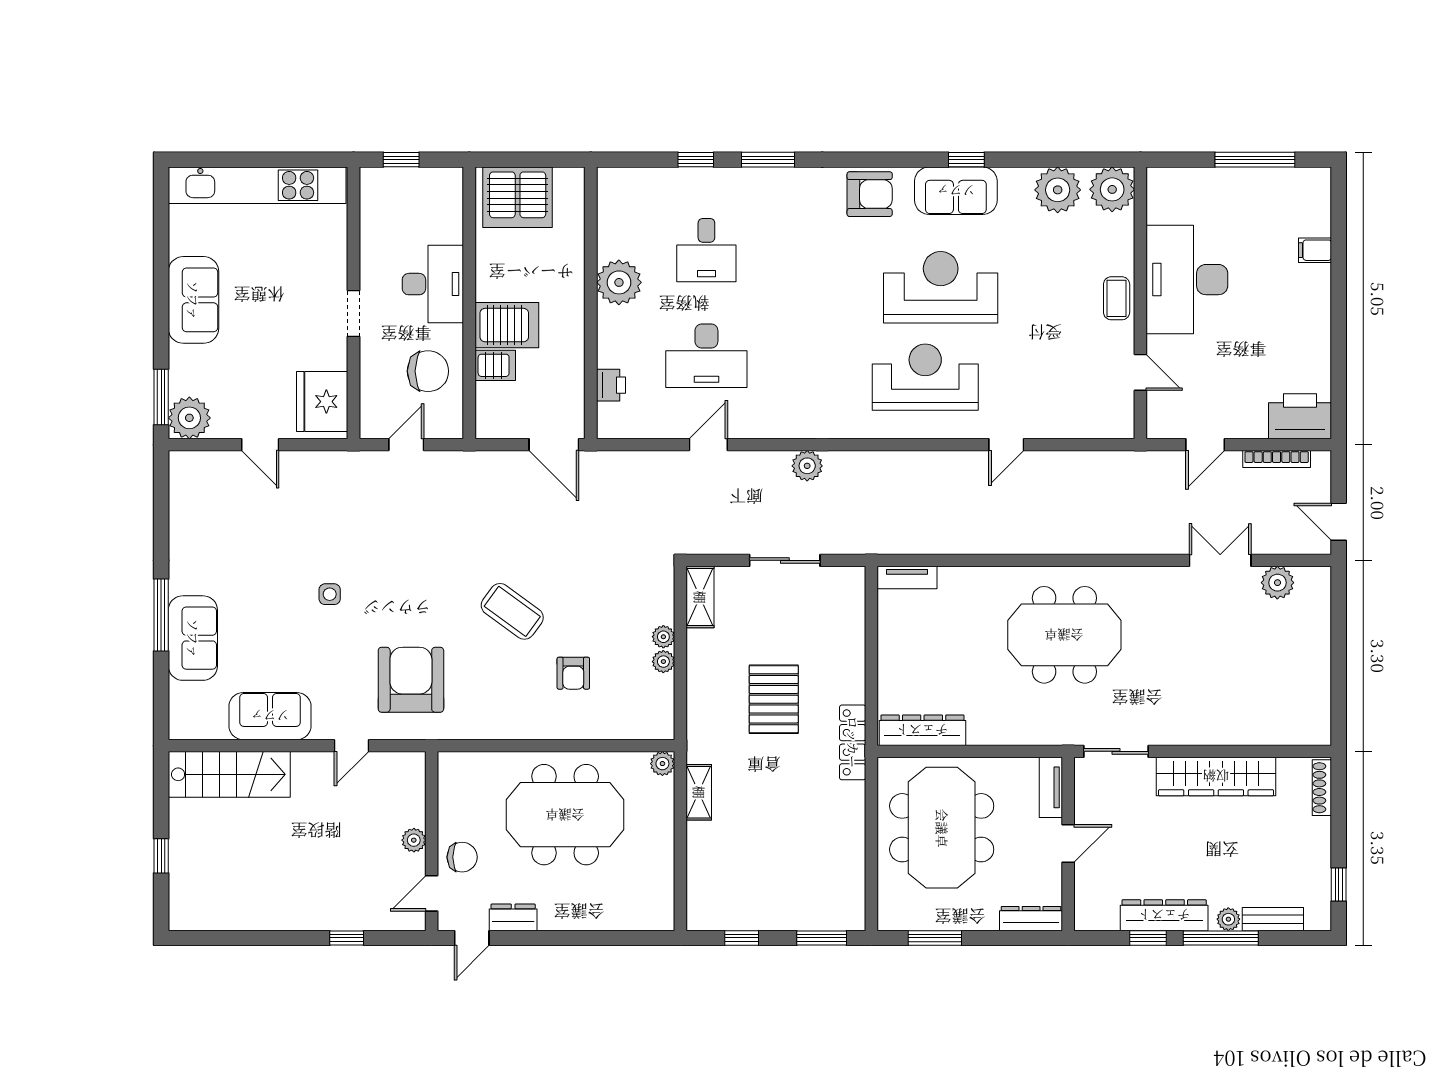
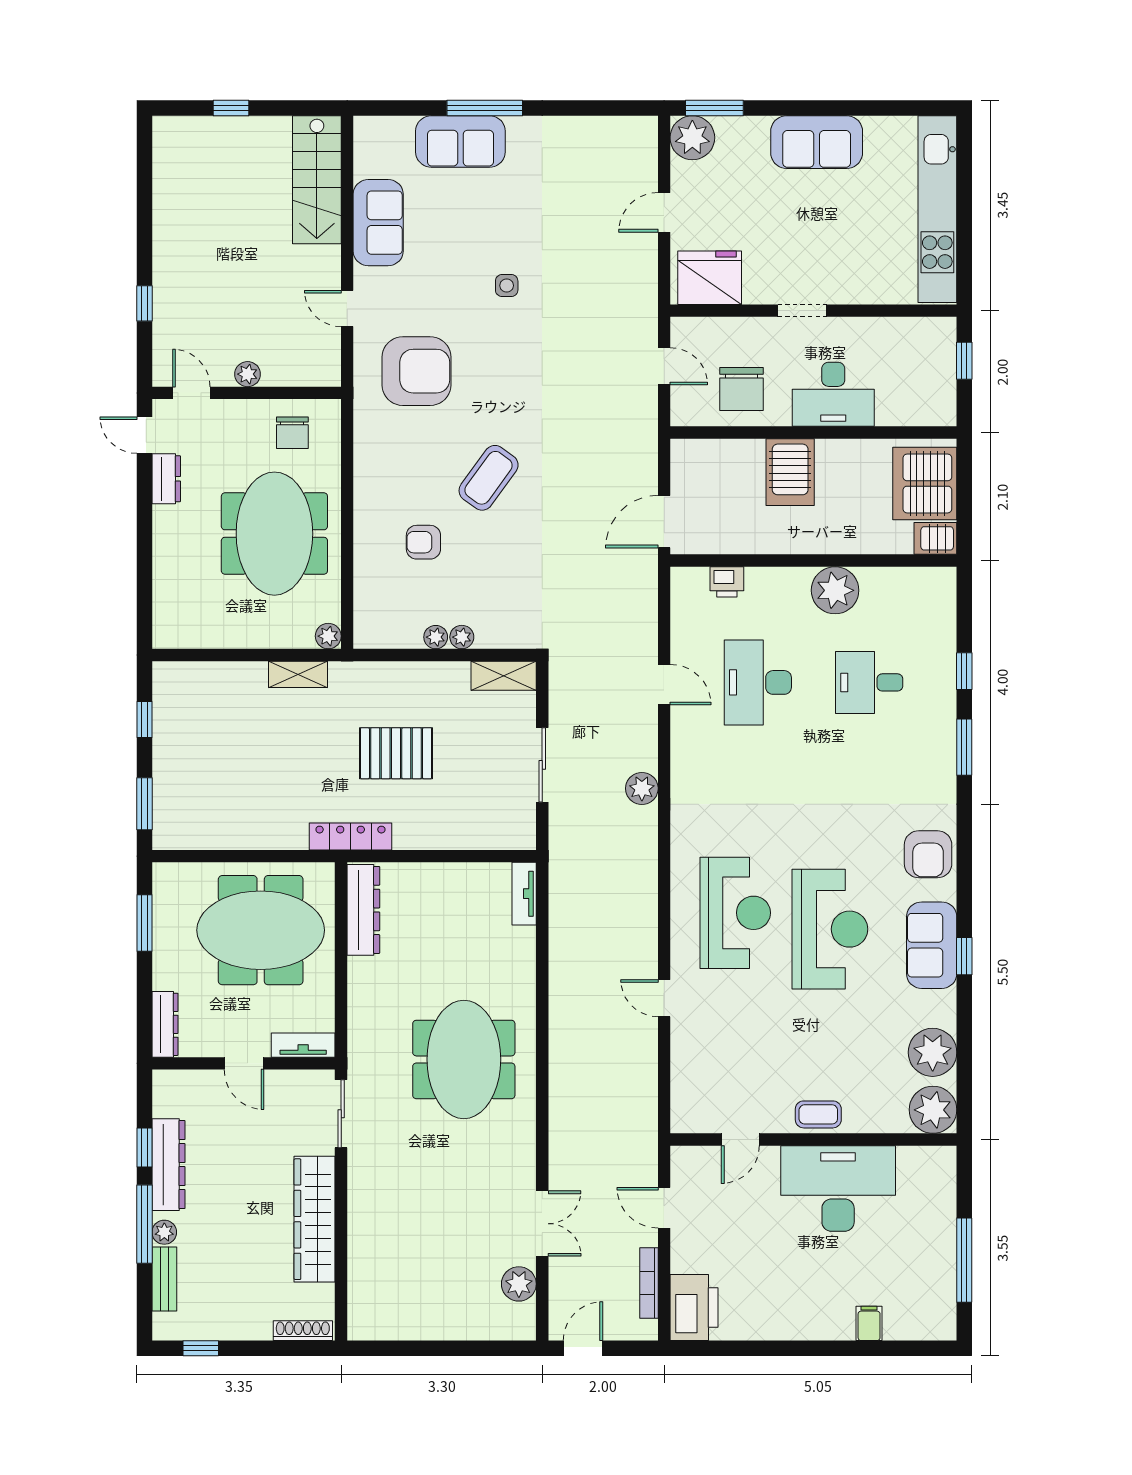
server rack: (495, 365) -> (935, 538), moved, turned 90
chair: (462, 857) -> (292, 433), moved

